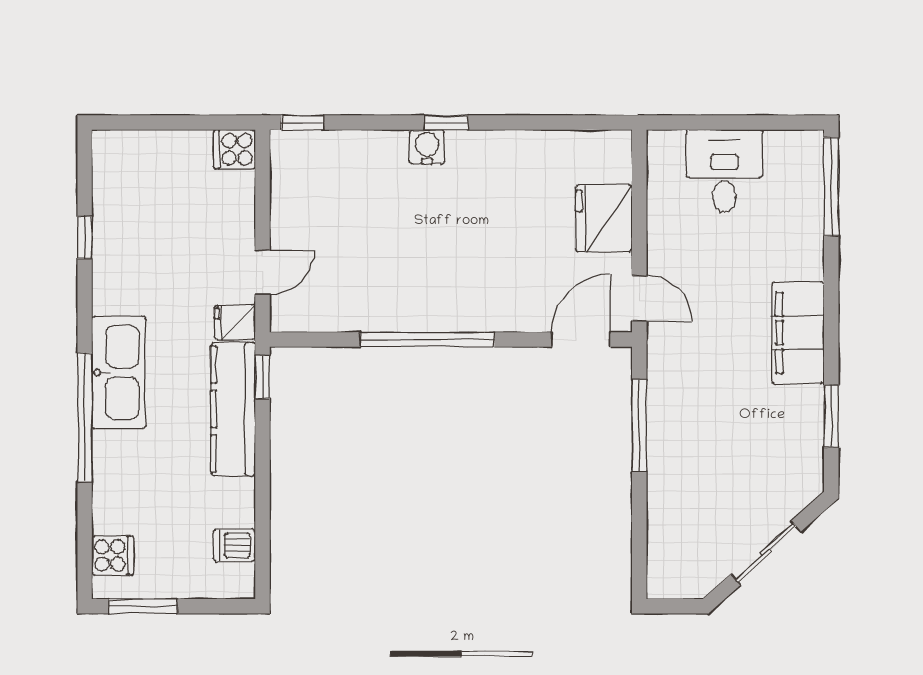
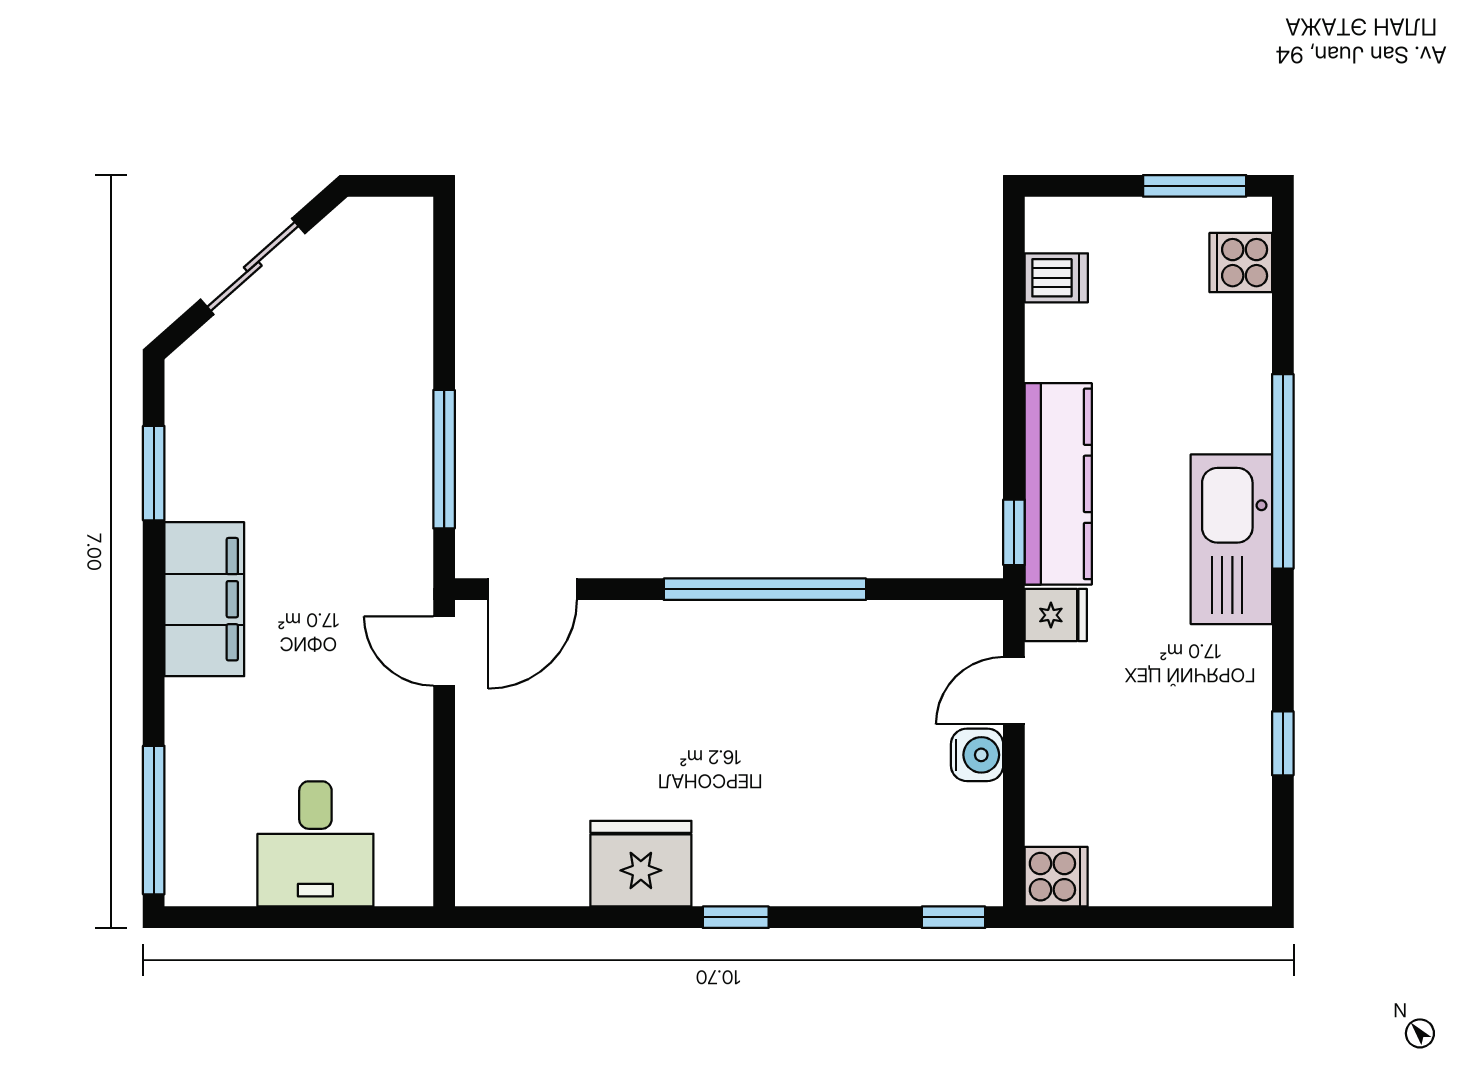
water cooler: (427, 147) -> (977, 755), moved, turned -90
fridge: (604, 218) -> (641, 864), moved, turned -90

